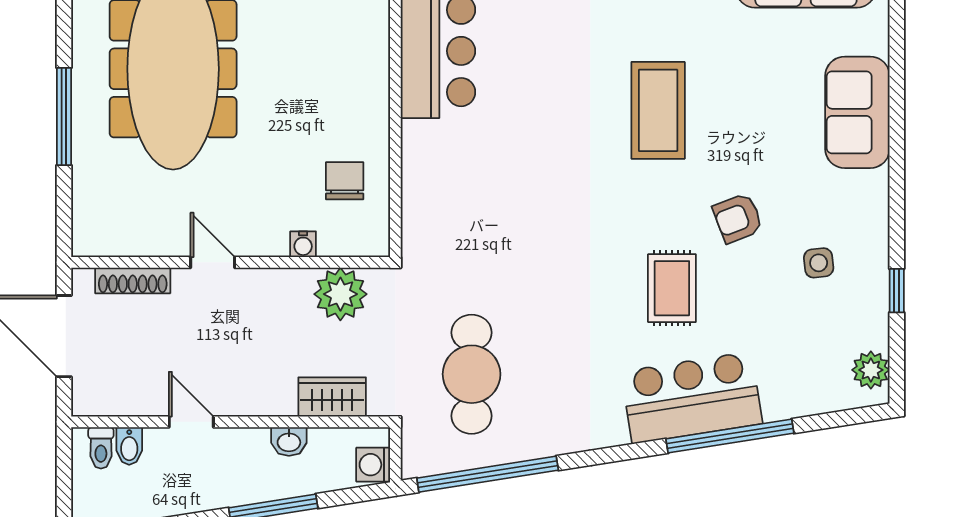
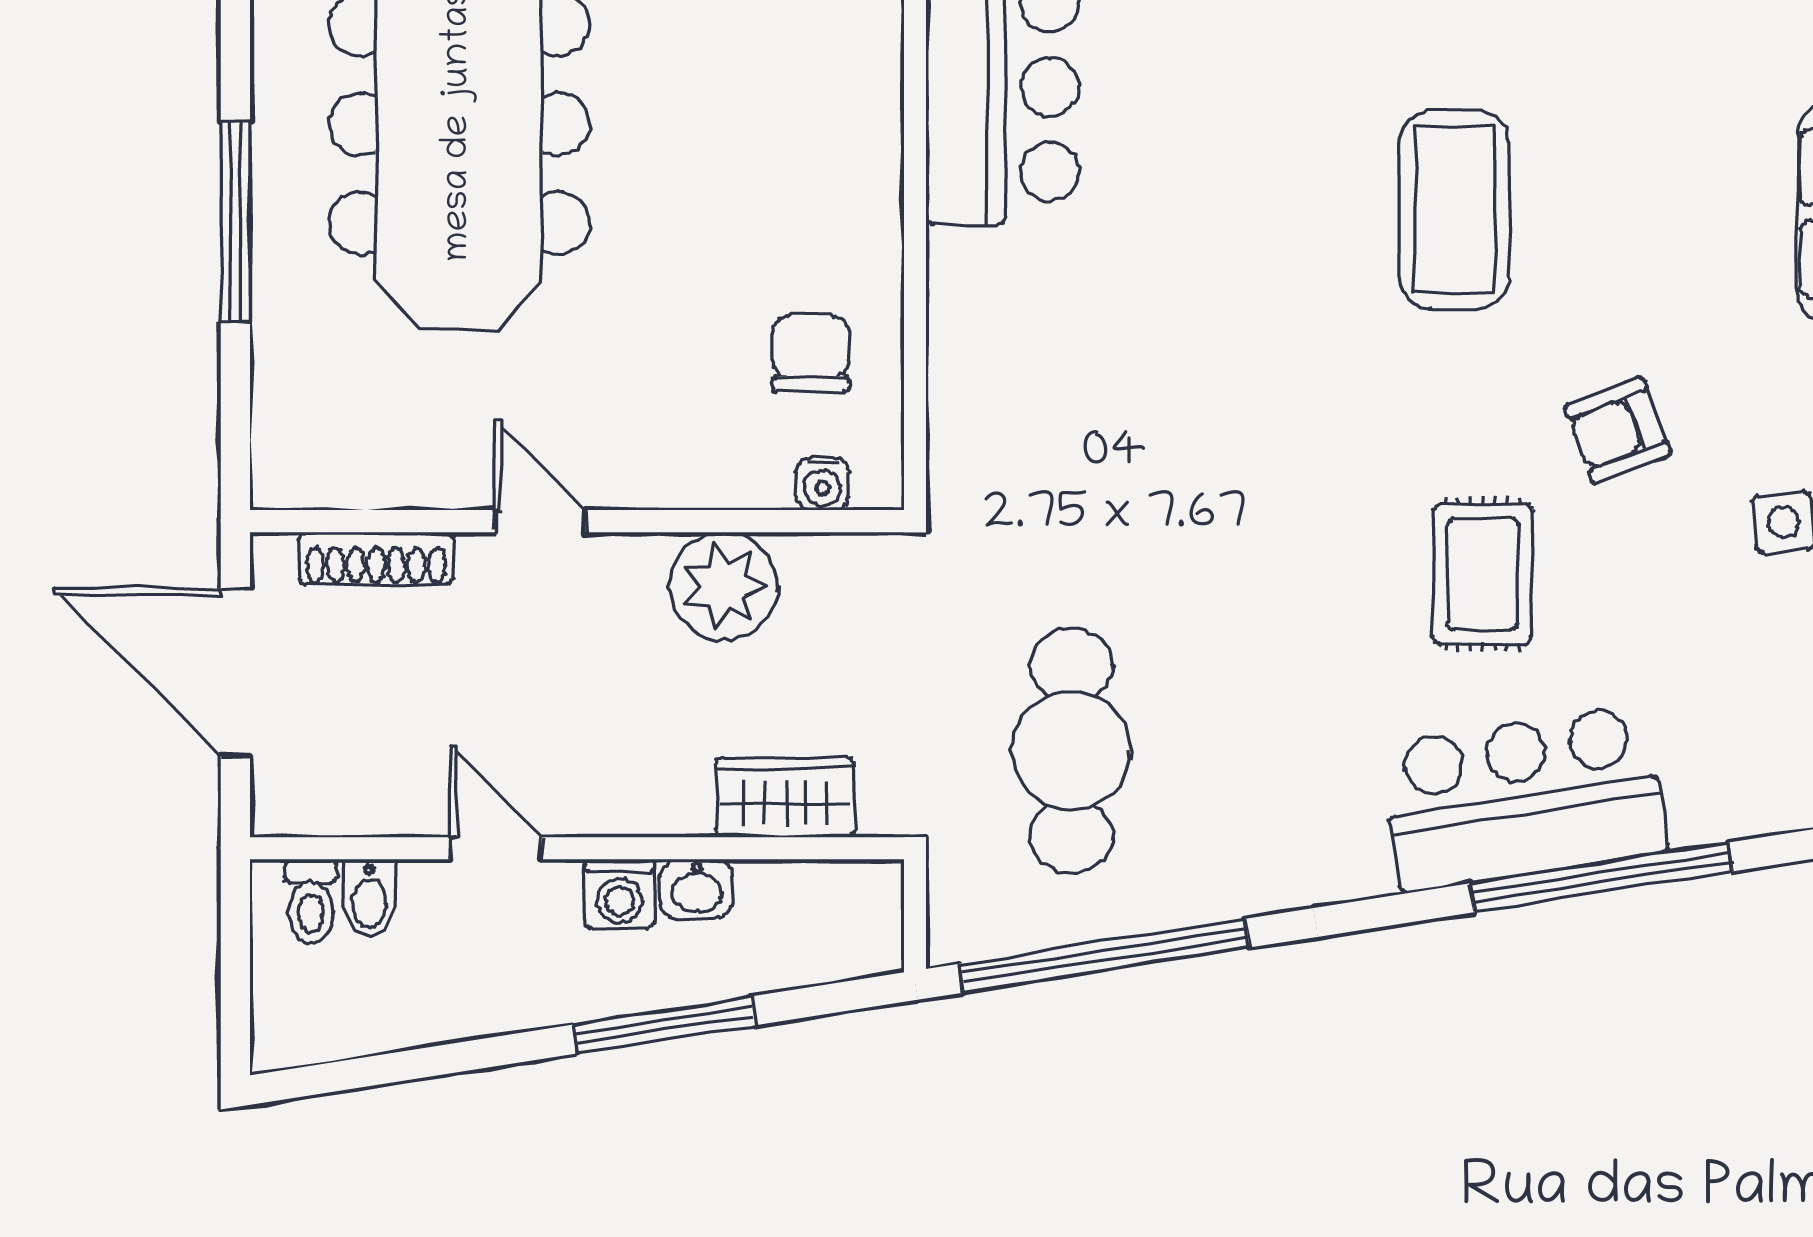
water cooler: (303, 244) -> (822, 484), moved
plant: (340, 294) -> (723, 586), moved
washing machine: (373, 465) -> (620, 894), moved, turned -90

